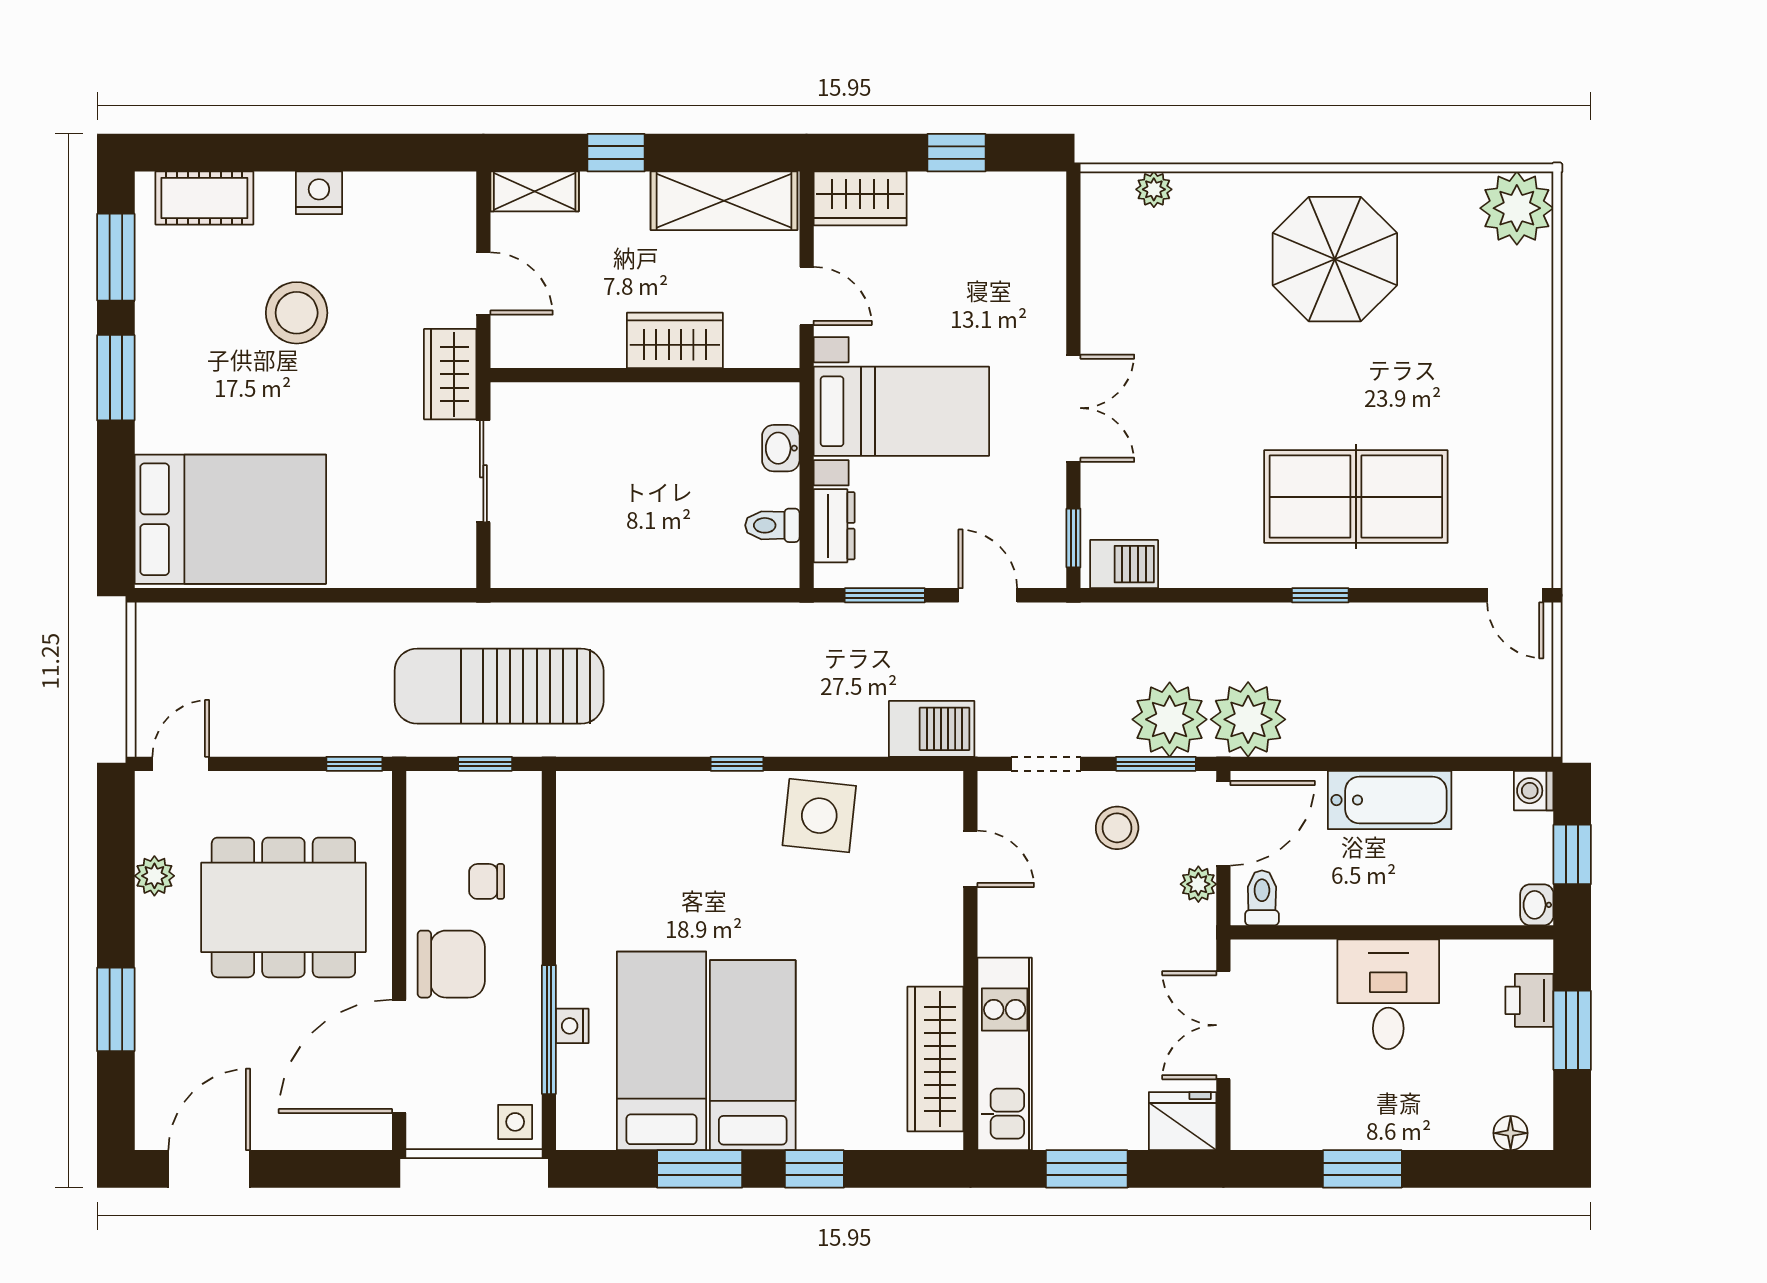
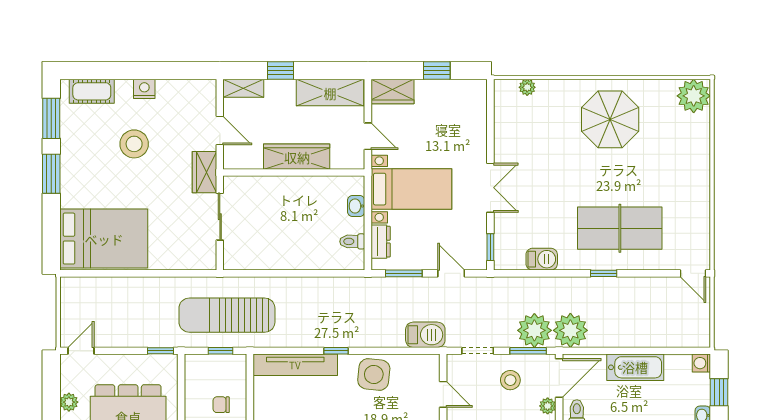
wardrobe: (675, 340) -> (297, 157), width x1.50
barbecue: (1124, 564) -> (542, 259), moved
tv unit: (648, 794) -> (295, 365), added

